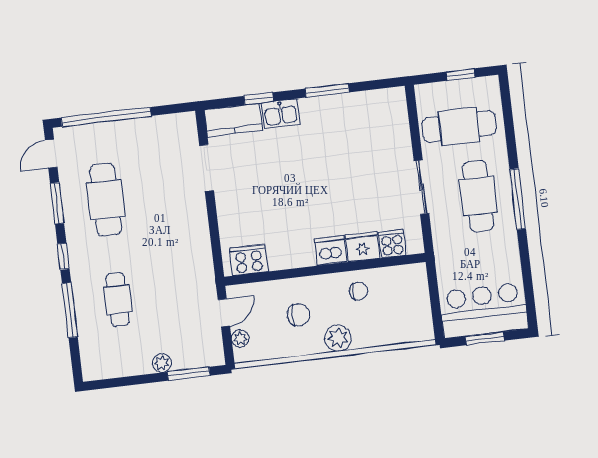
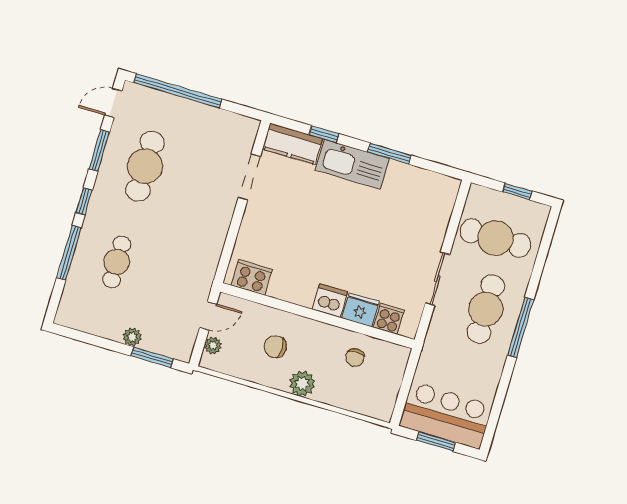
kitchen sink: (281, 114) -> (352, 164), width x1.88, depth x1.24
chair: (358, 291) -> (355, 357), moved, turned 90
chair: (298, 315) -> (275, 347), turned 180

